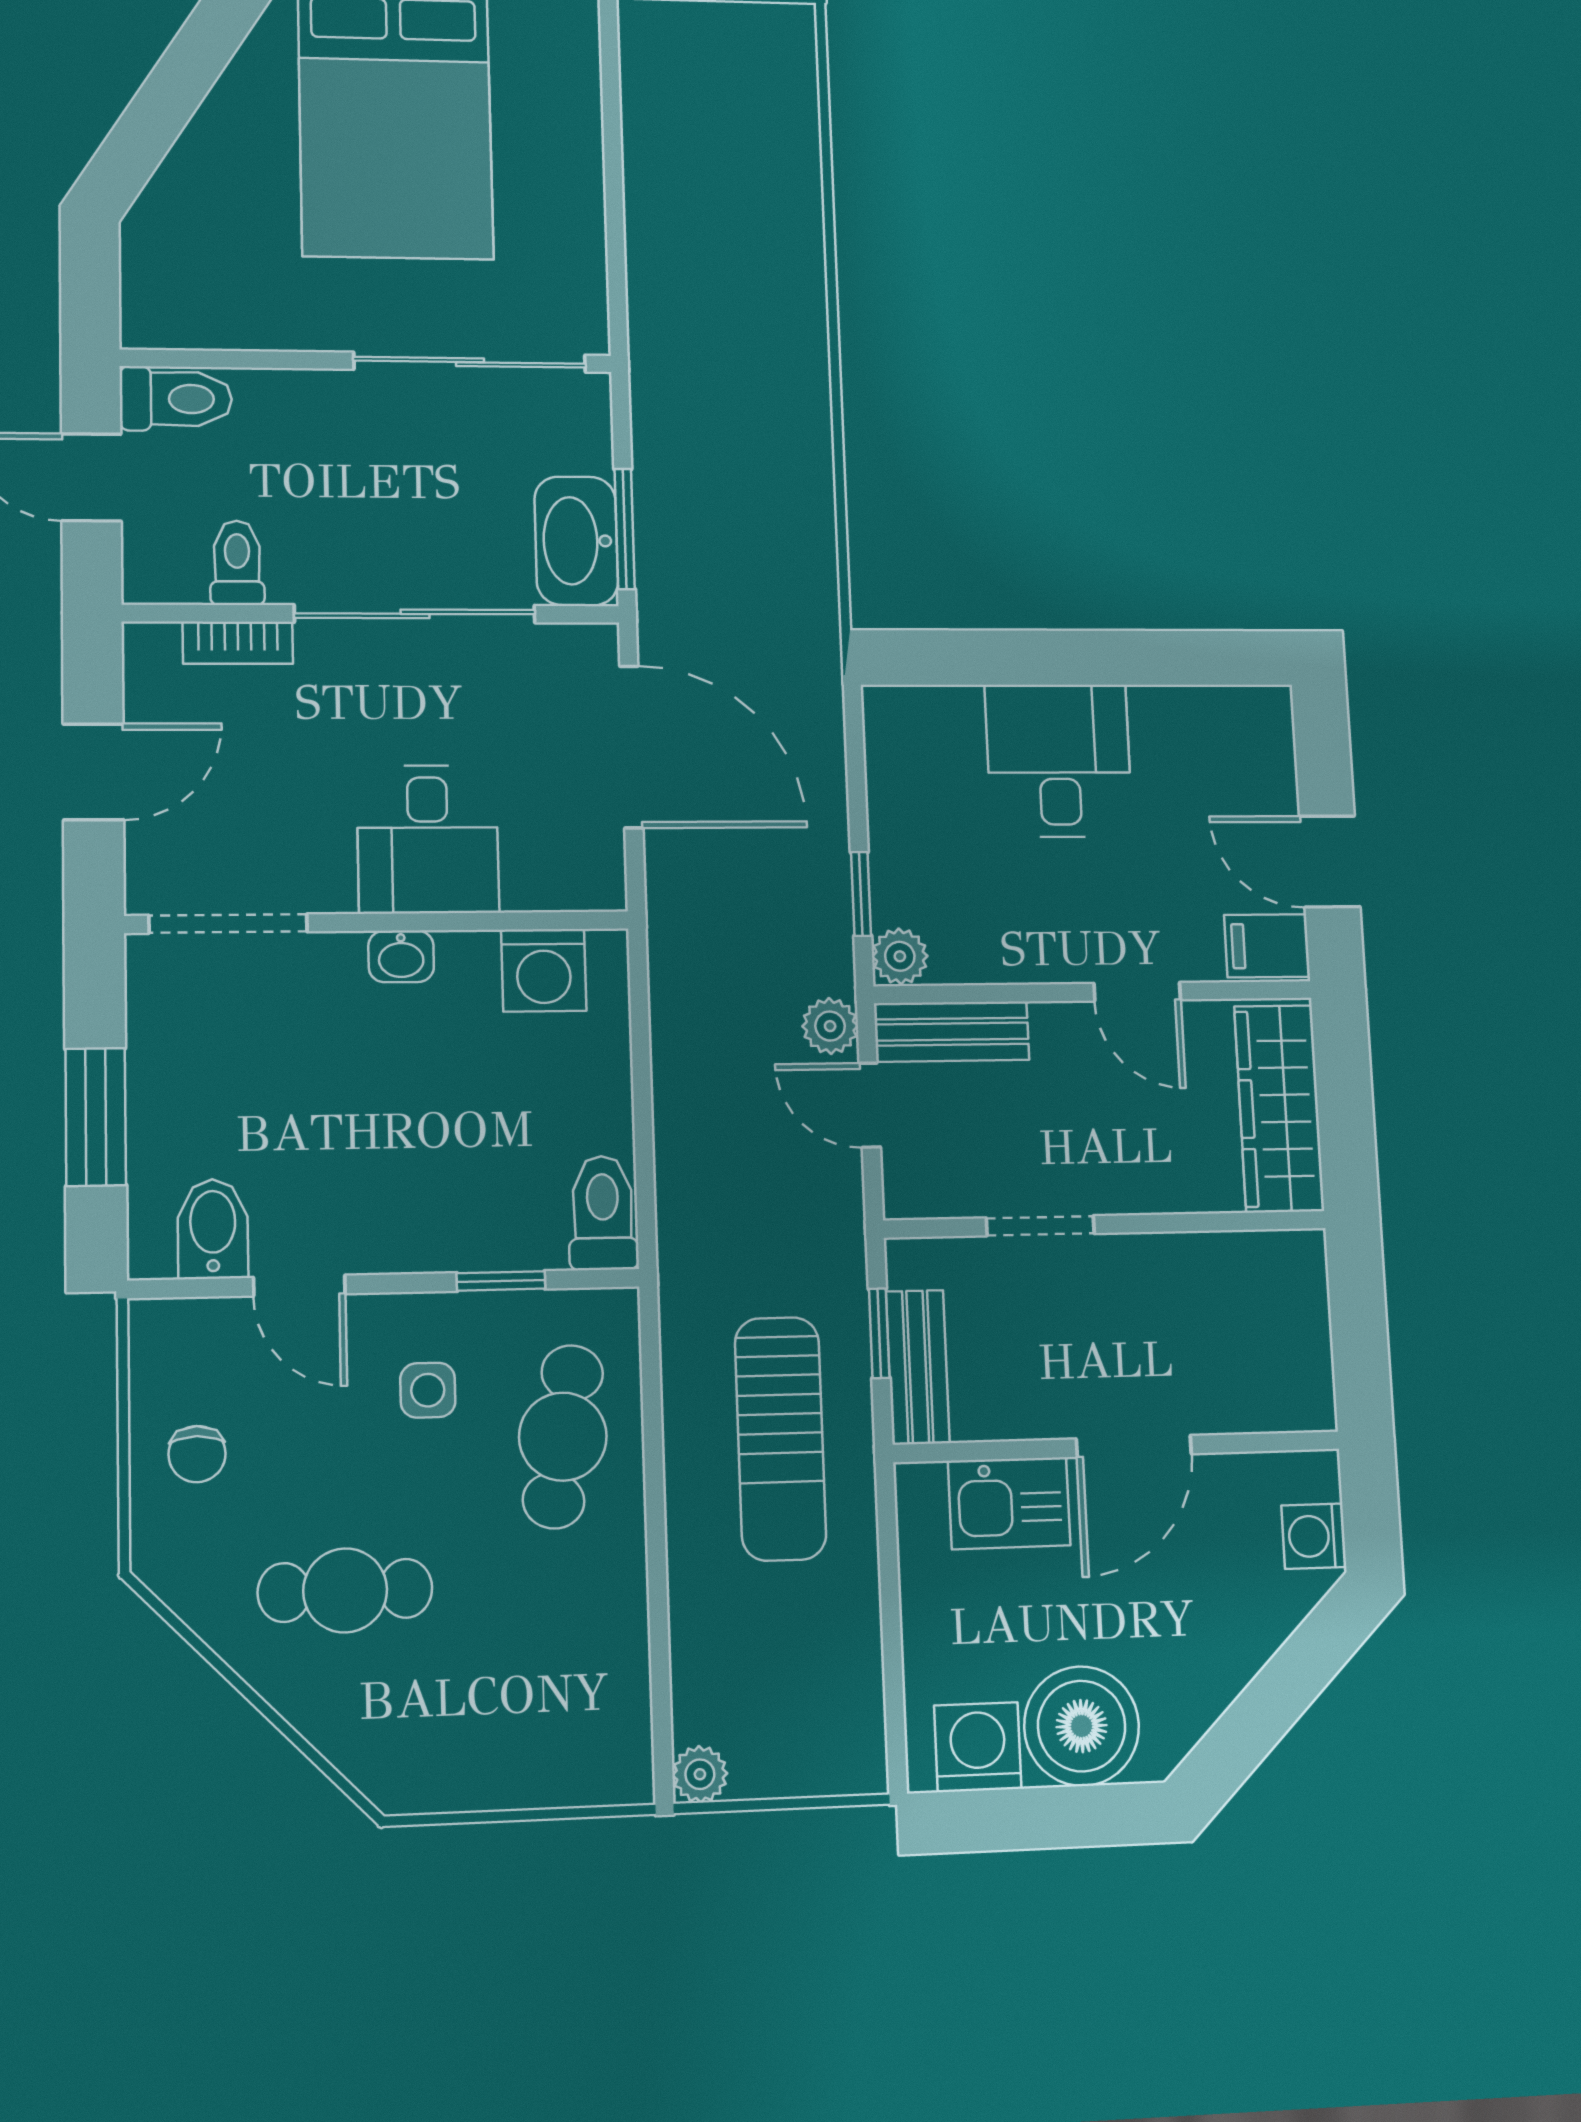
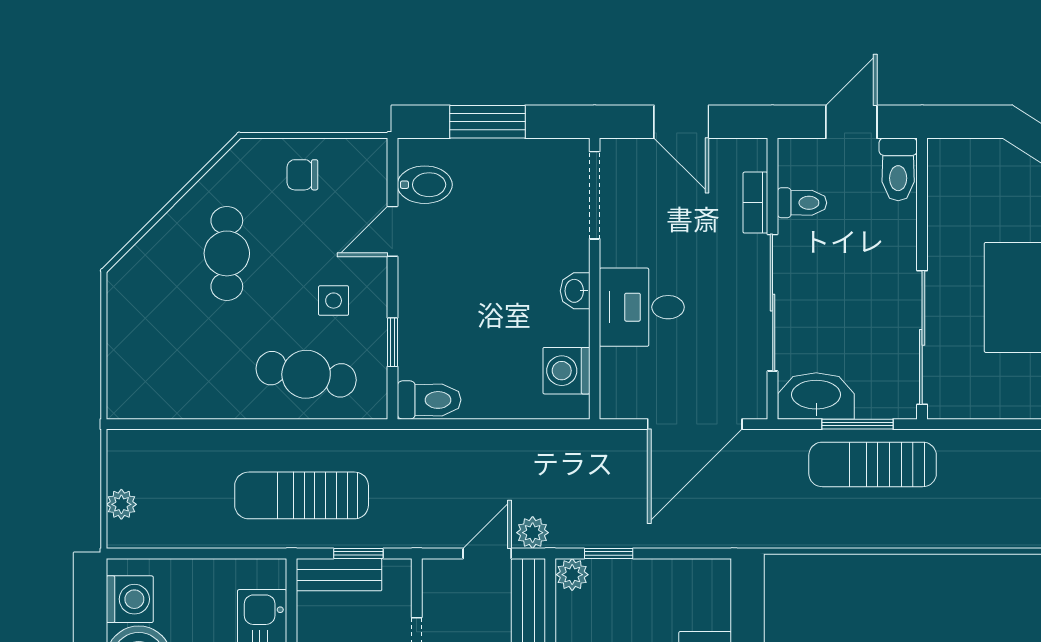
sun lounger: (691, 447) -> (873, 464), added
window: (625, 529) -> (858, 424), moved
plant: (700, 1774) -> (121, 504), moved

